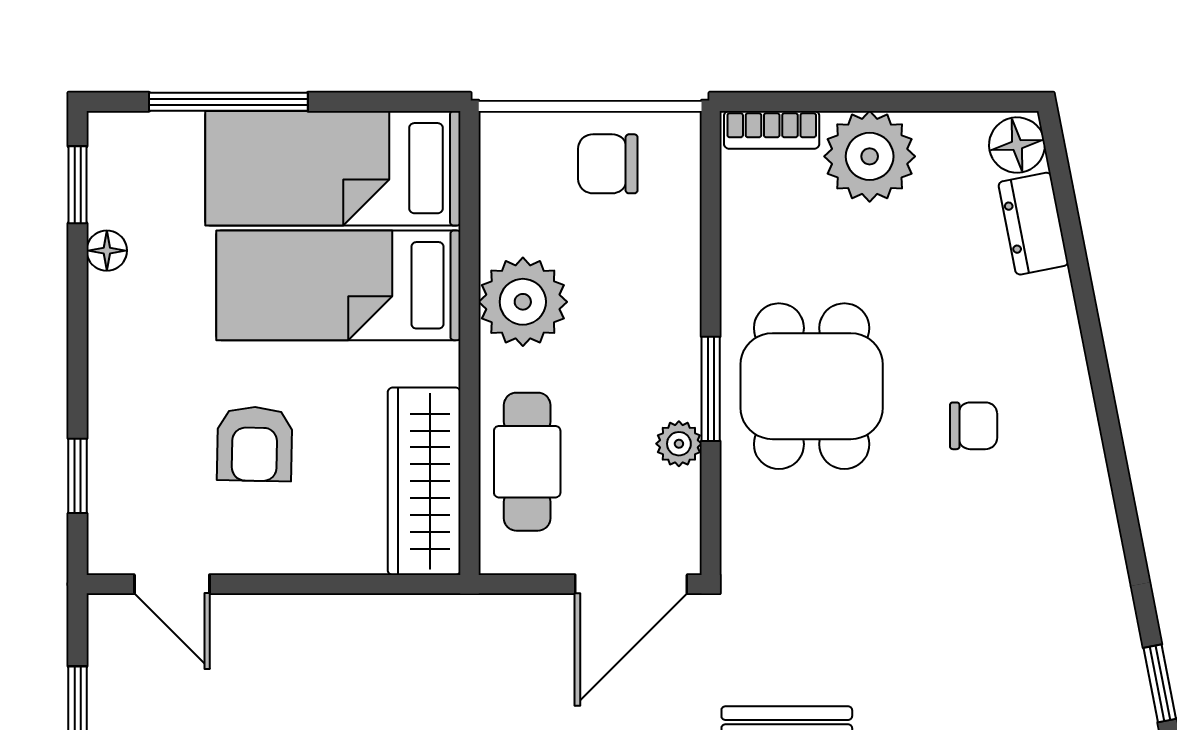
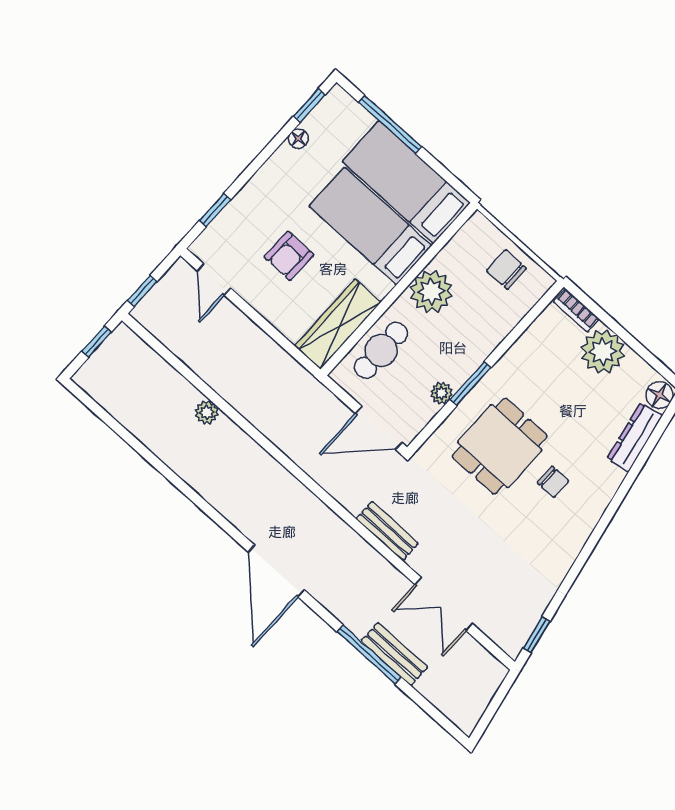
dresser: (1033, 224) -> (635, 437), width x1.44
dining table: (812, 386) -> (500, 446), moved

